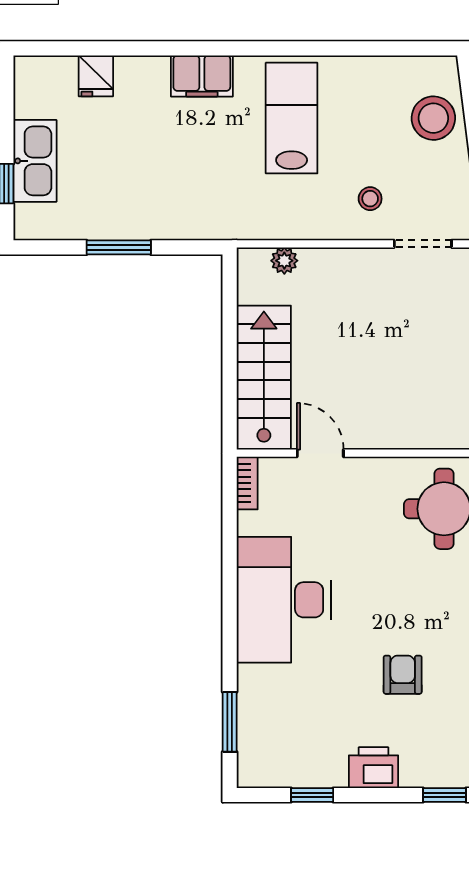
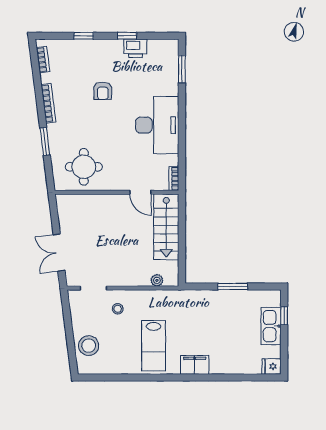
fridge: (96, 76) -> (272, 366), moved, turned -90
printer: (373, 768) -> (135, 48), moved
window: (312, 795) -> (127, 36), moved

